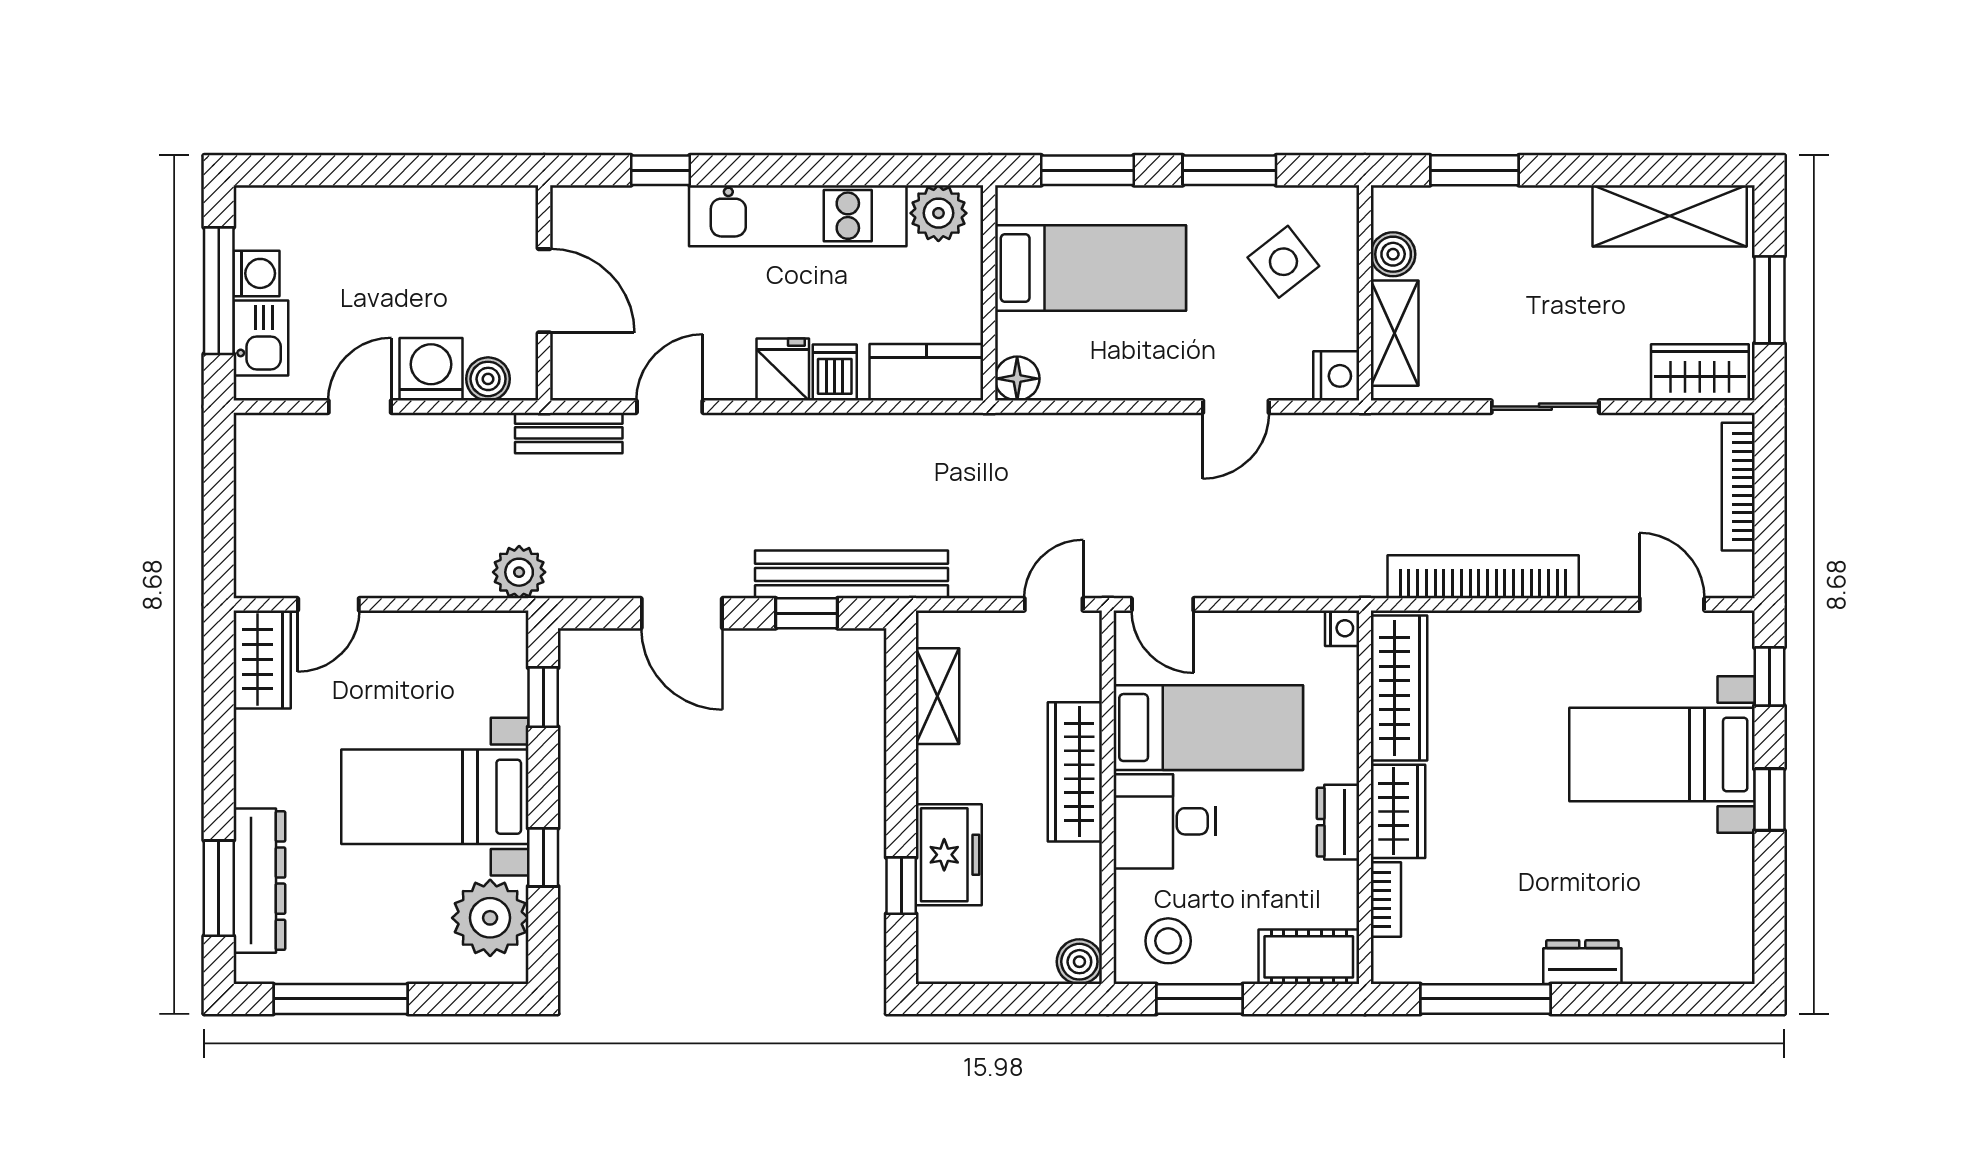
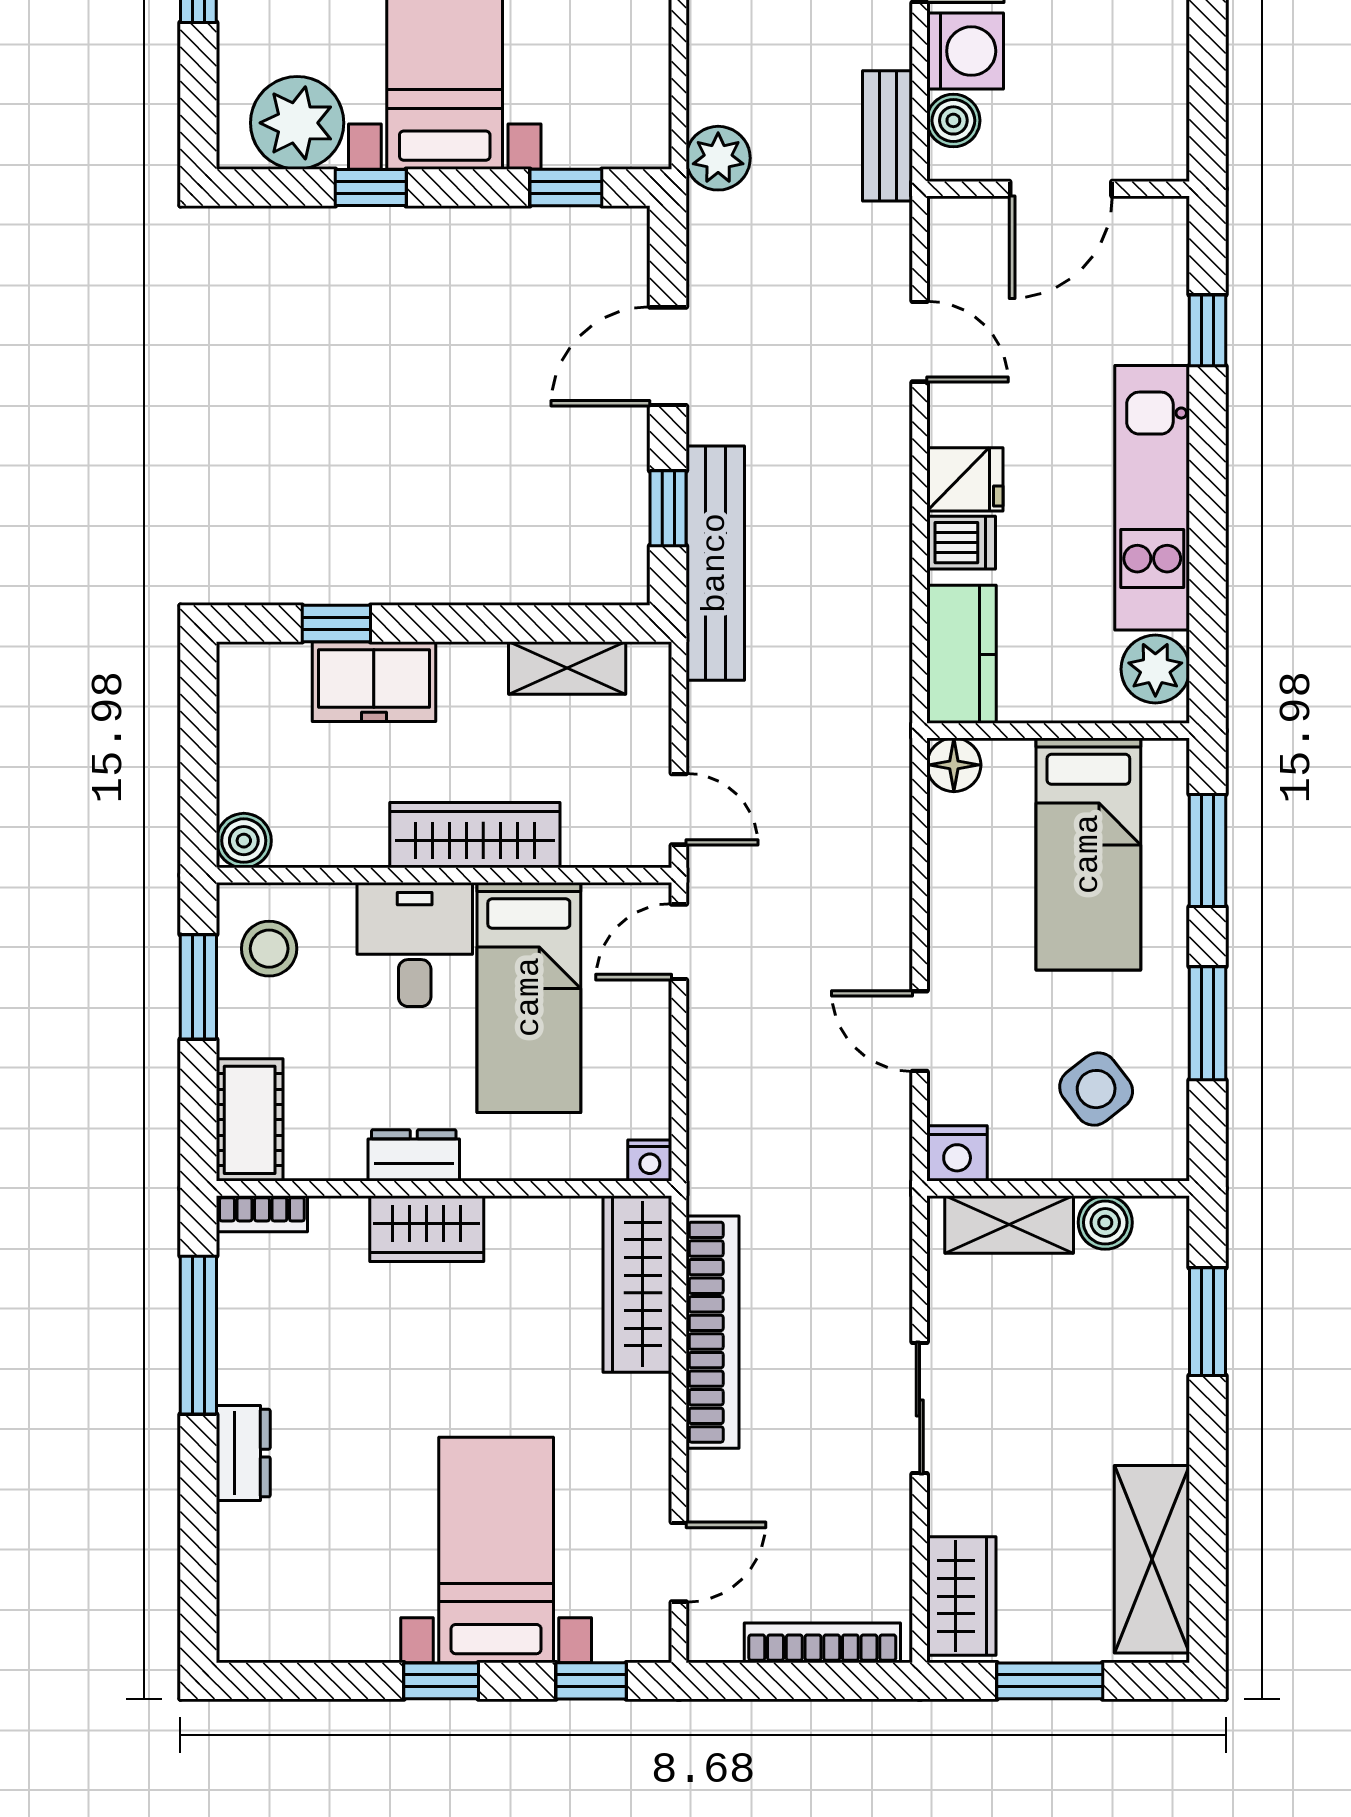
bench: (569, 433) -> (888, 136), moved
wardrobe: (1399, 688) -> (637, 1284), moved, turned 90
bookcase: (1386, 899) -> (262, 1214), moved

